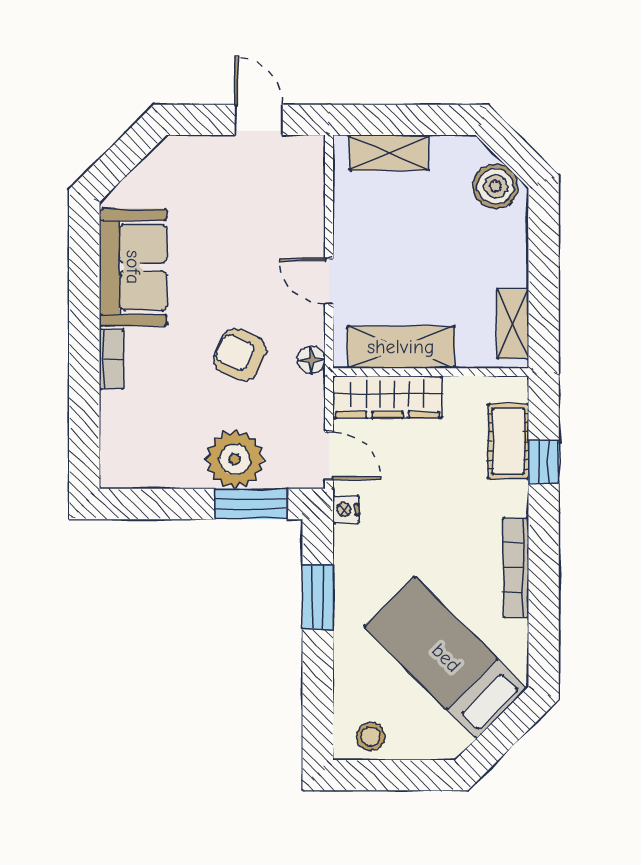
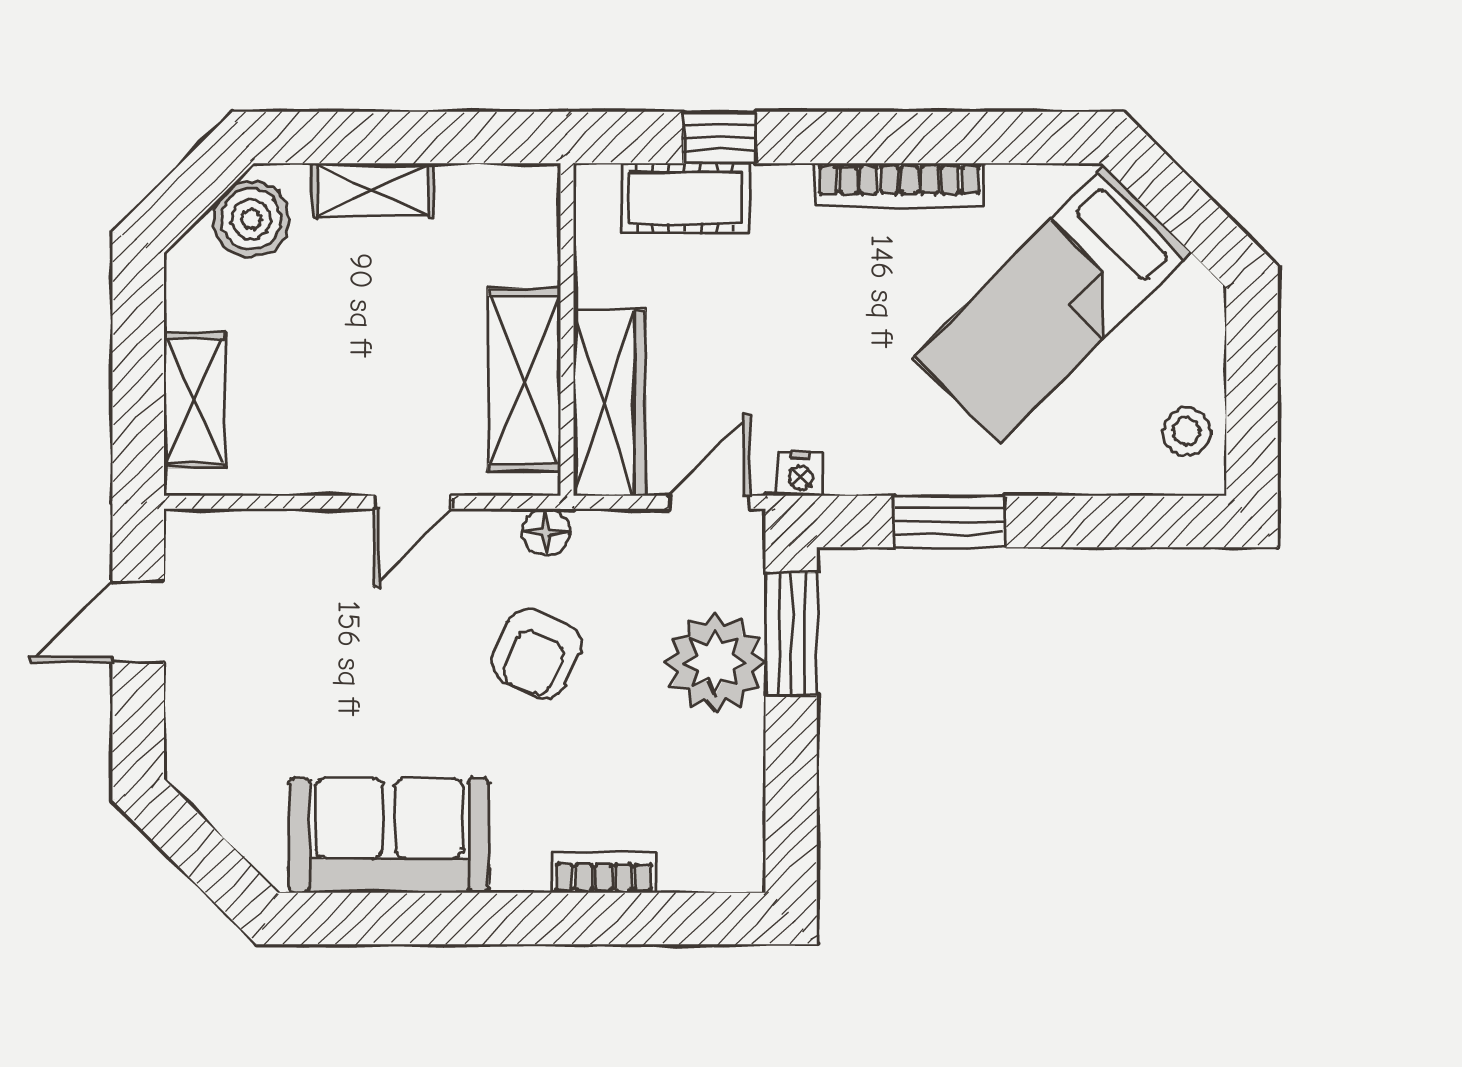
shelving: (513, 324) -> (373, 190), moved
bookcase: (111, 359) -> (604, 872), moved

